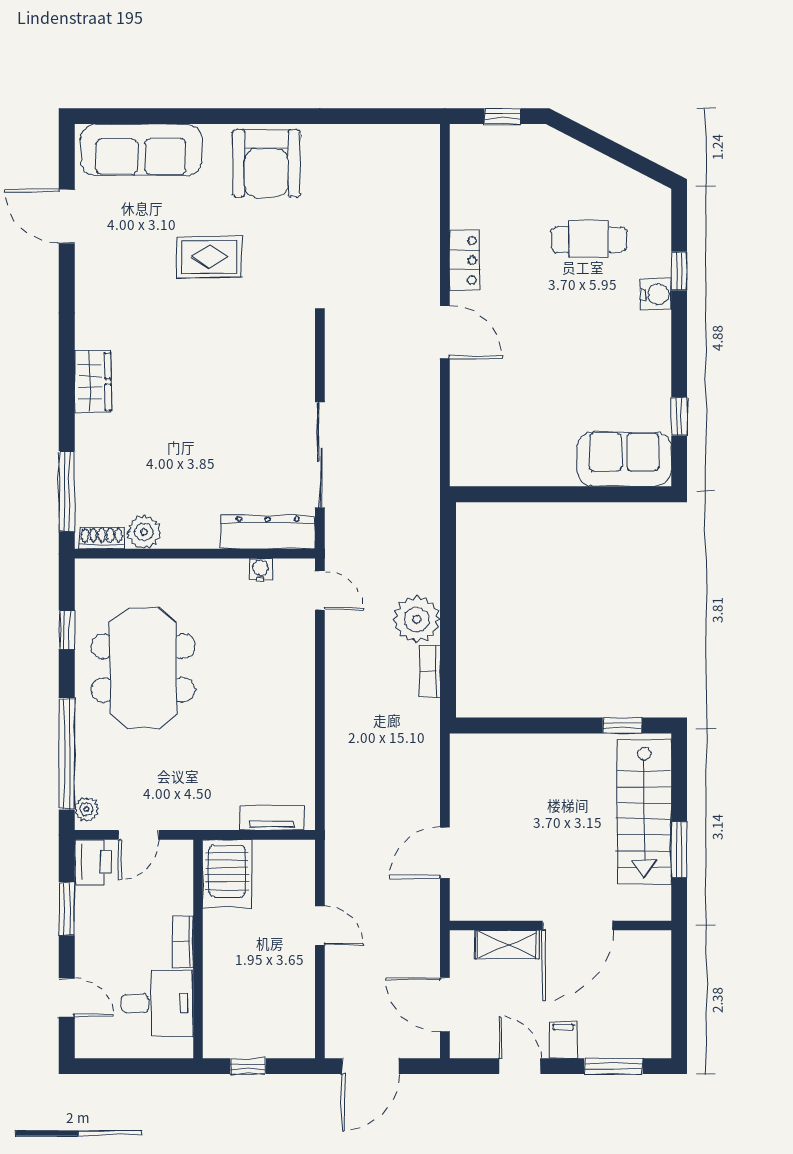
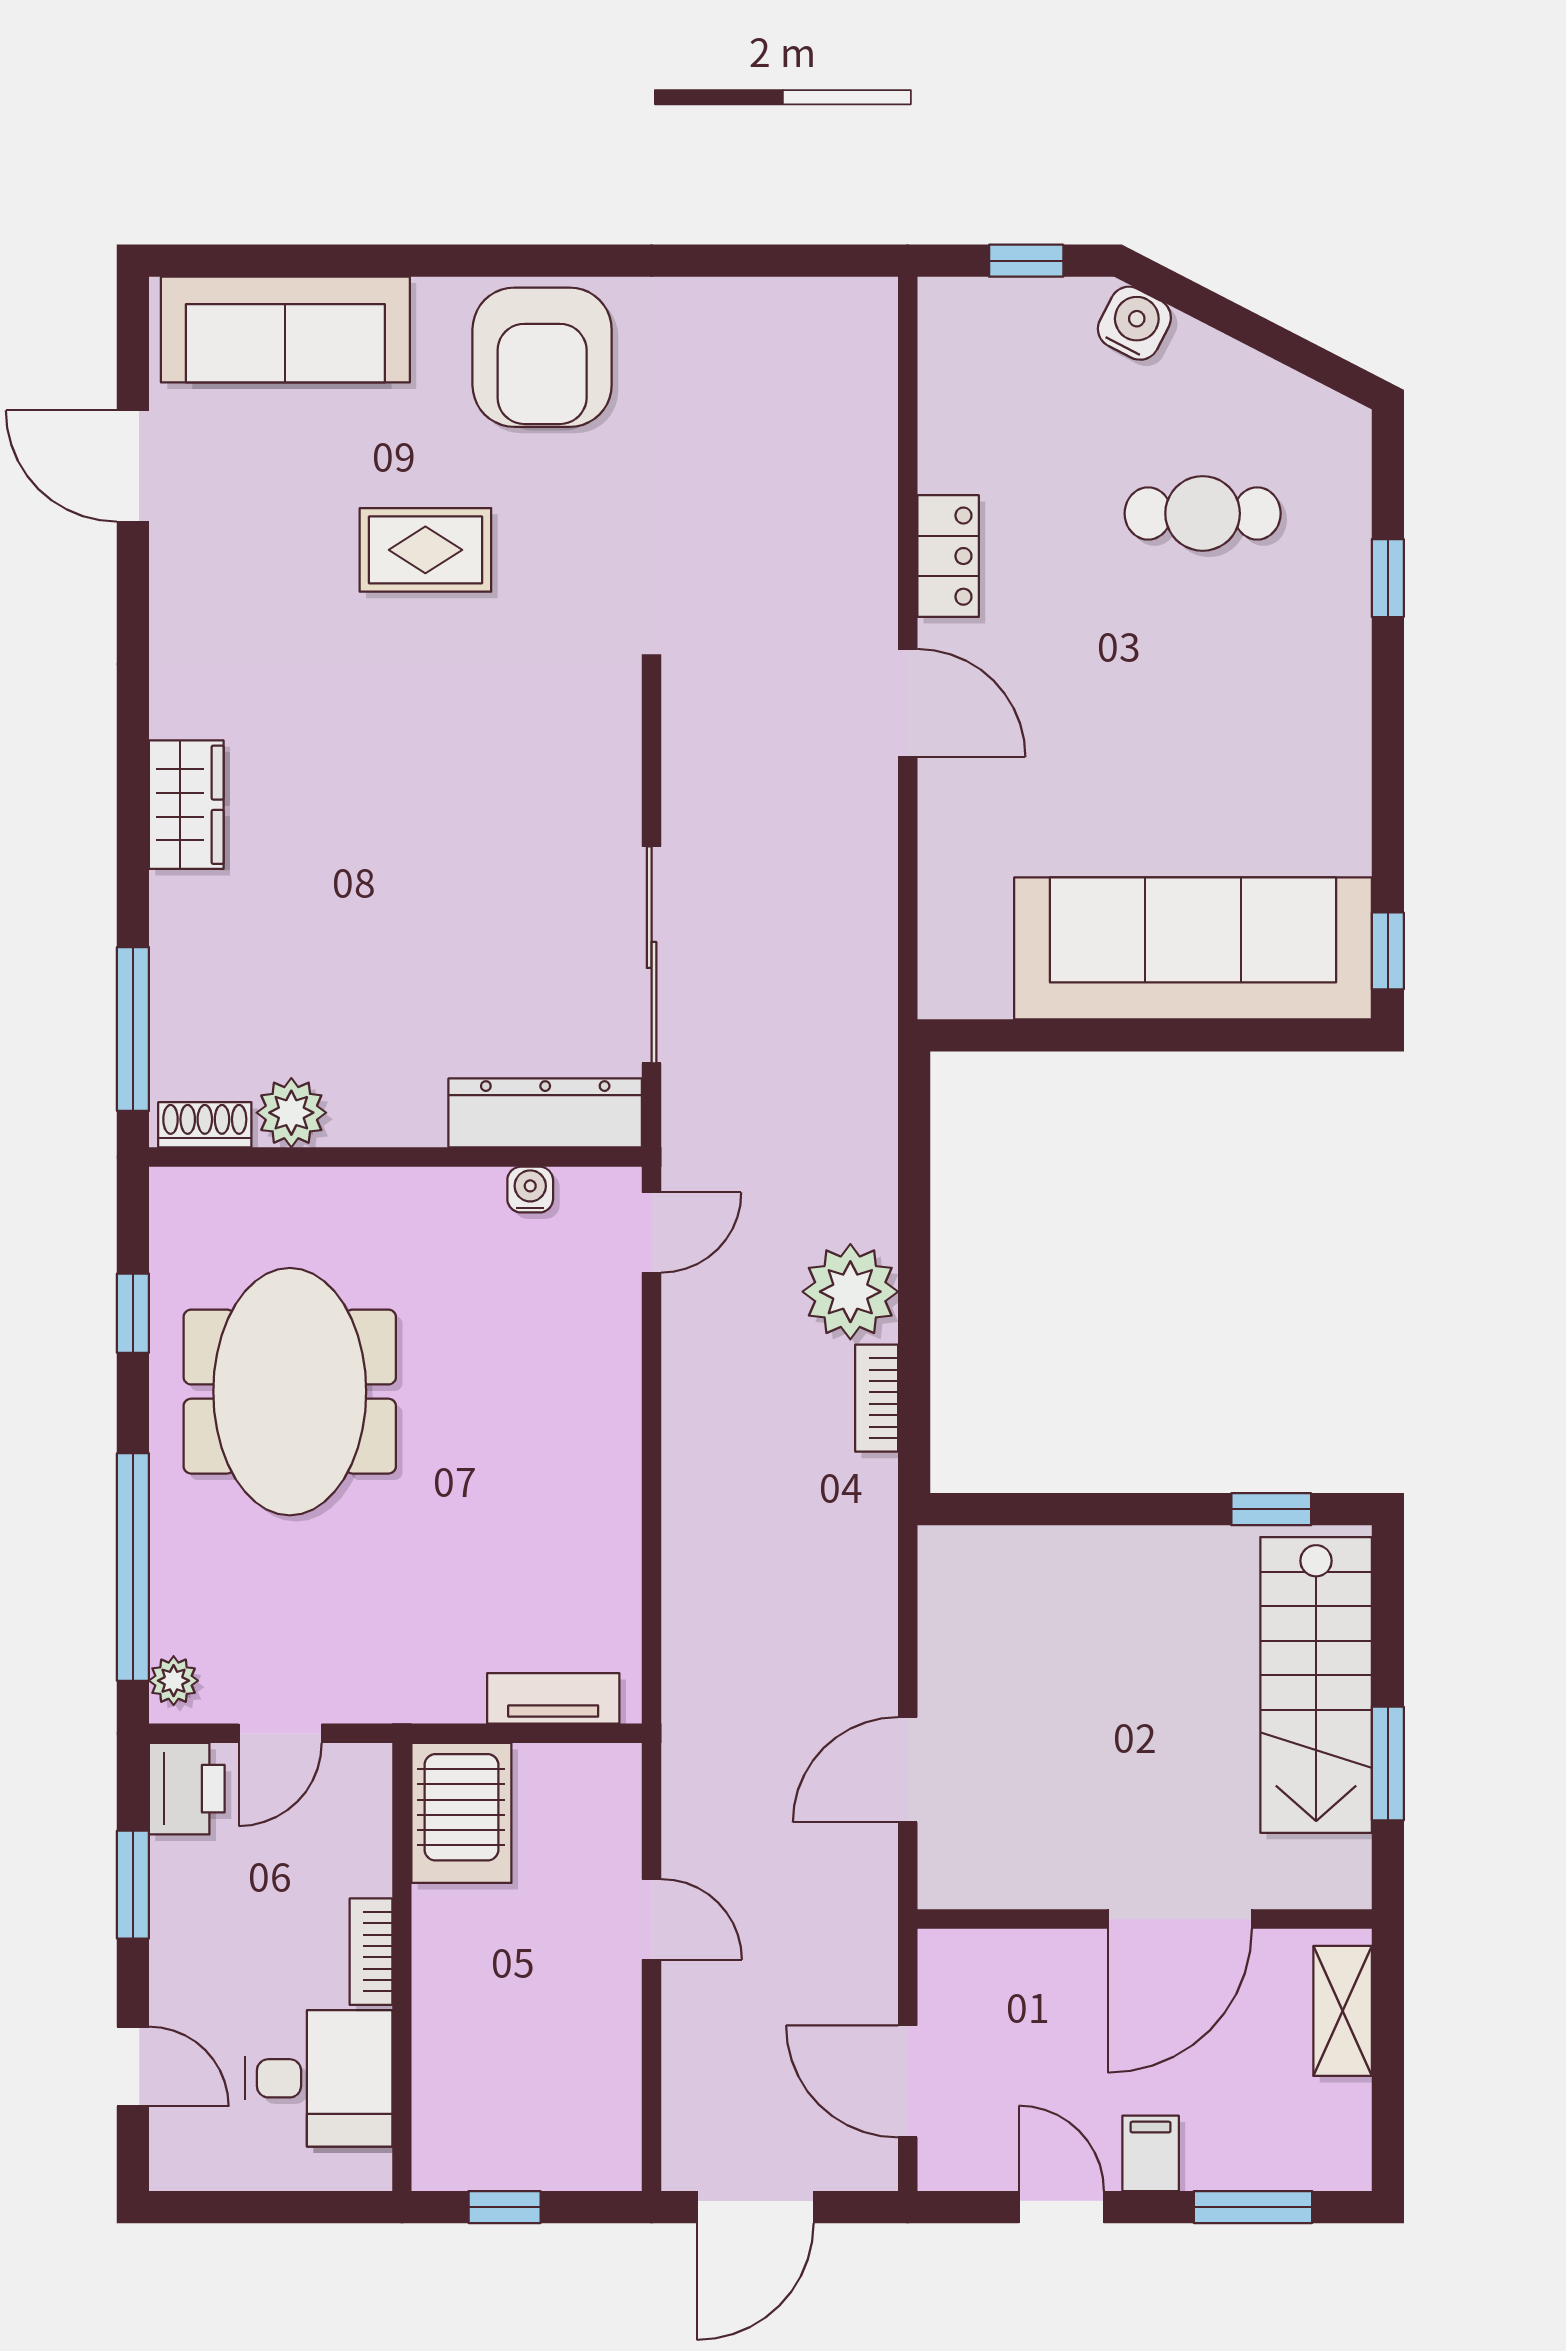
water cooler: (656, 294) -> (1134, 323), moved, turned -63
window: (679, 416) -> (1388, 951), moved
sofa: (624, 459) -> (1193, 948), width x1.85, depth x1.27
door: (320, 590) -> (652, 1233), hinge flipped
shelving: (507, 944) -> (1343, 2011), moved, turned 90

